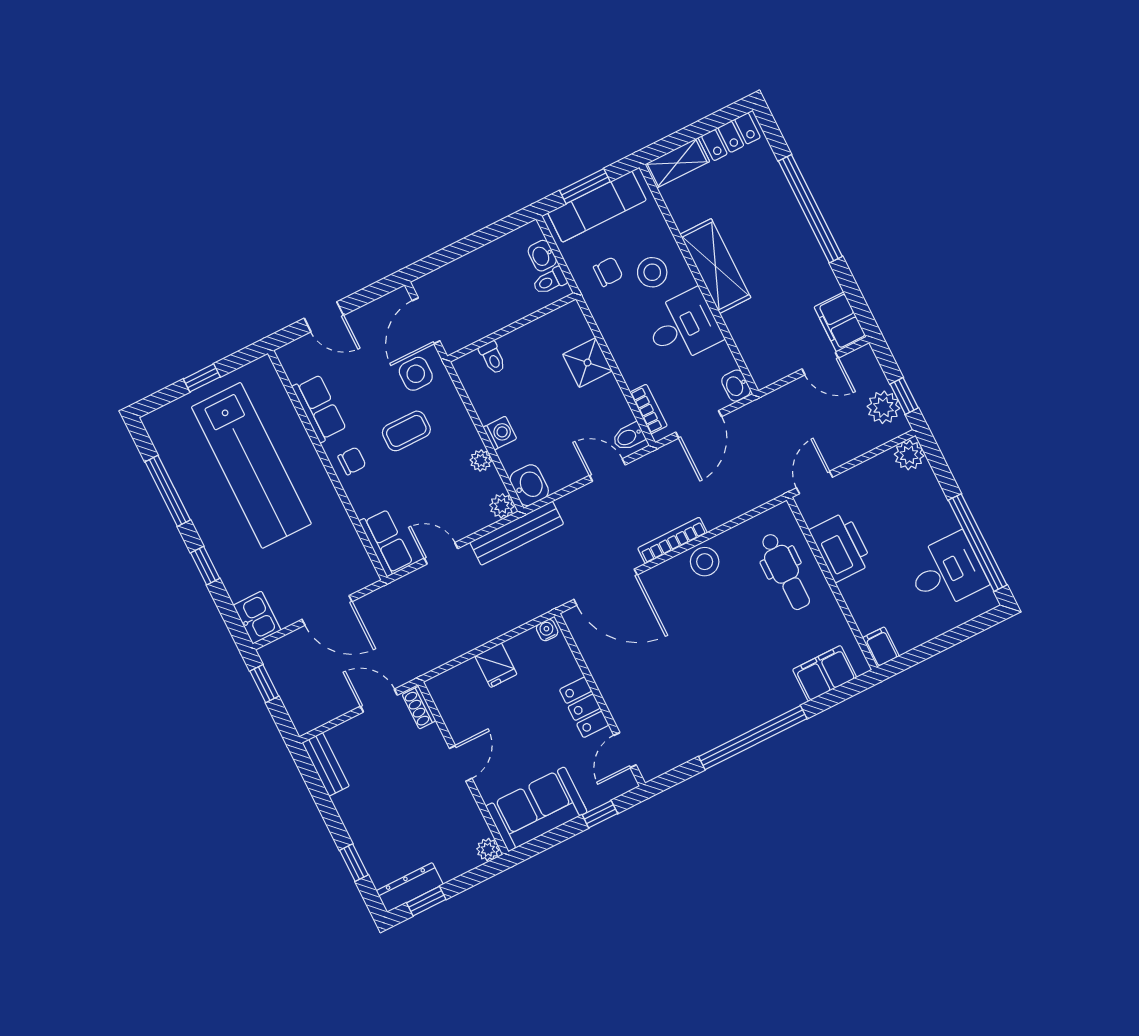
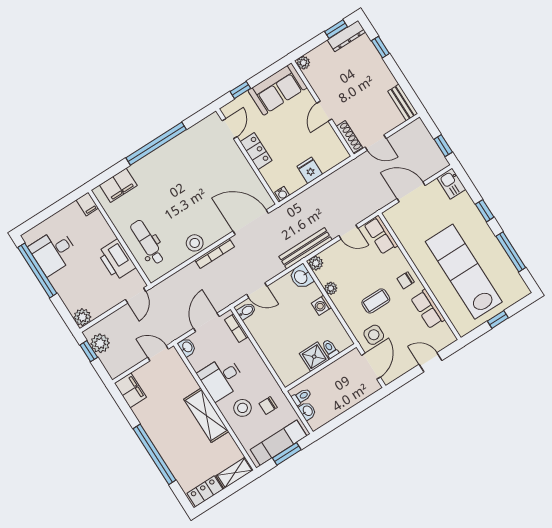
shower: (587, 363) -> (314, 357), moved
door: (820, 363) -> (158, 353), moved
shoe rack: (419, 708) -> (349, 137), width x1.43

